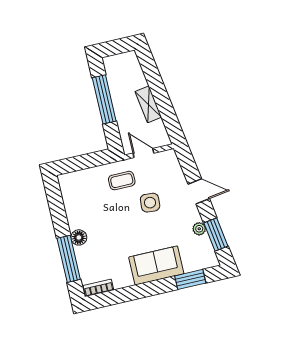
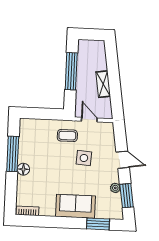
window: (69, 259) -> (13, 154), moved

